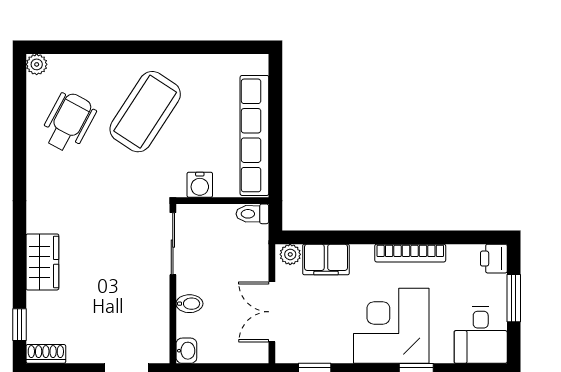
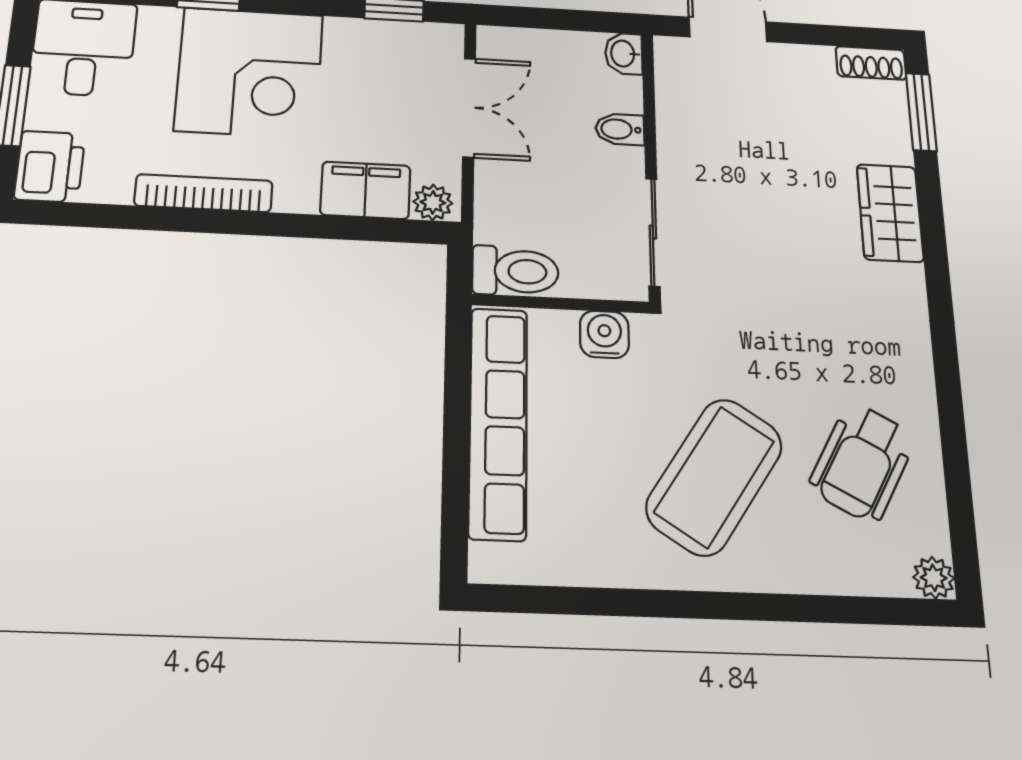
toilet: (252, 214) -> (515, 271), width x1.37, depth x1.39
printer: (494, 259) -> (50, 166), width x1.36, depth x1.24
window: (19, 325) -> (921, 112), width x1.50

